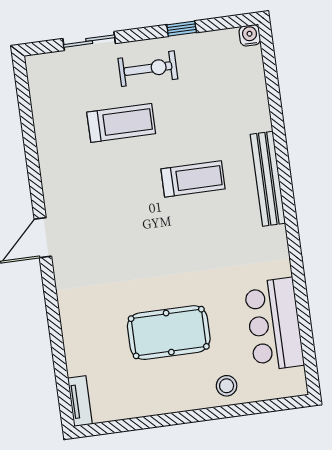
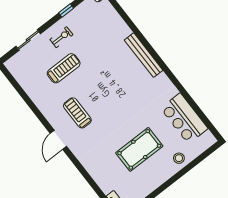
exercise bike: (148, 69) -> (61, 37), width x0.73, depth x0.72
treadmill: (193, 179) -> (77, 113), moved, turned -90

